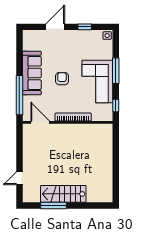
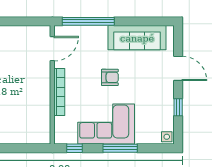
sofa: (32, 73) -> (137, 38), moved

